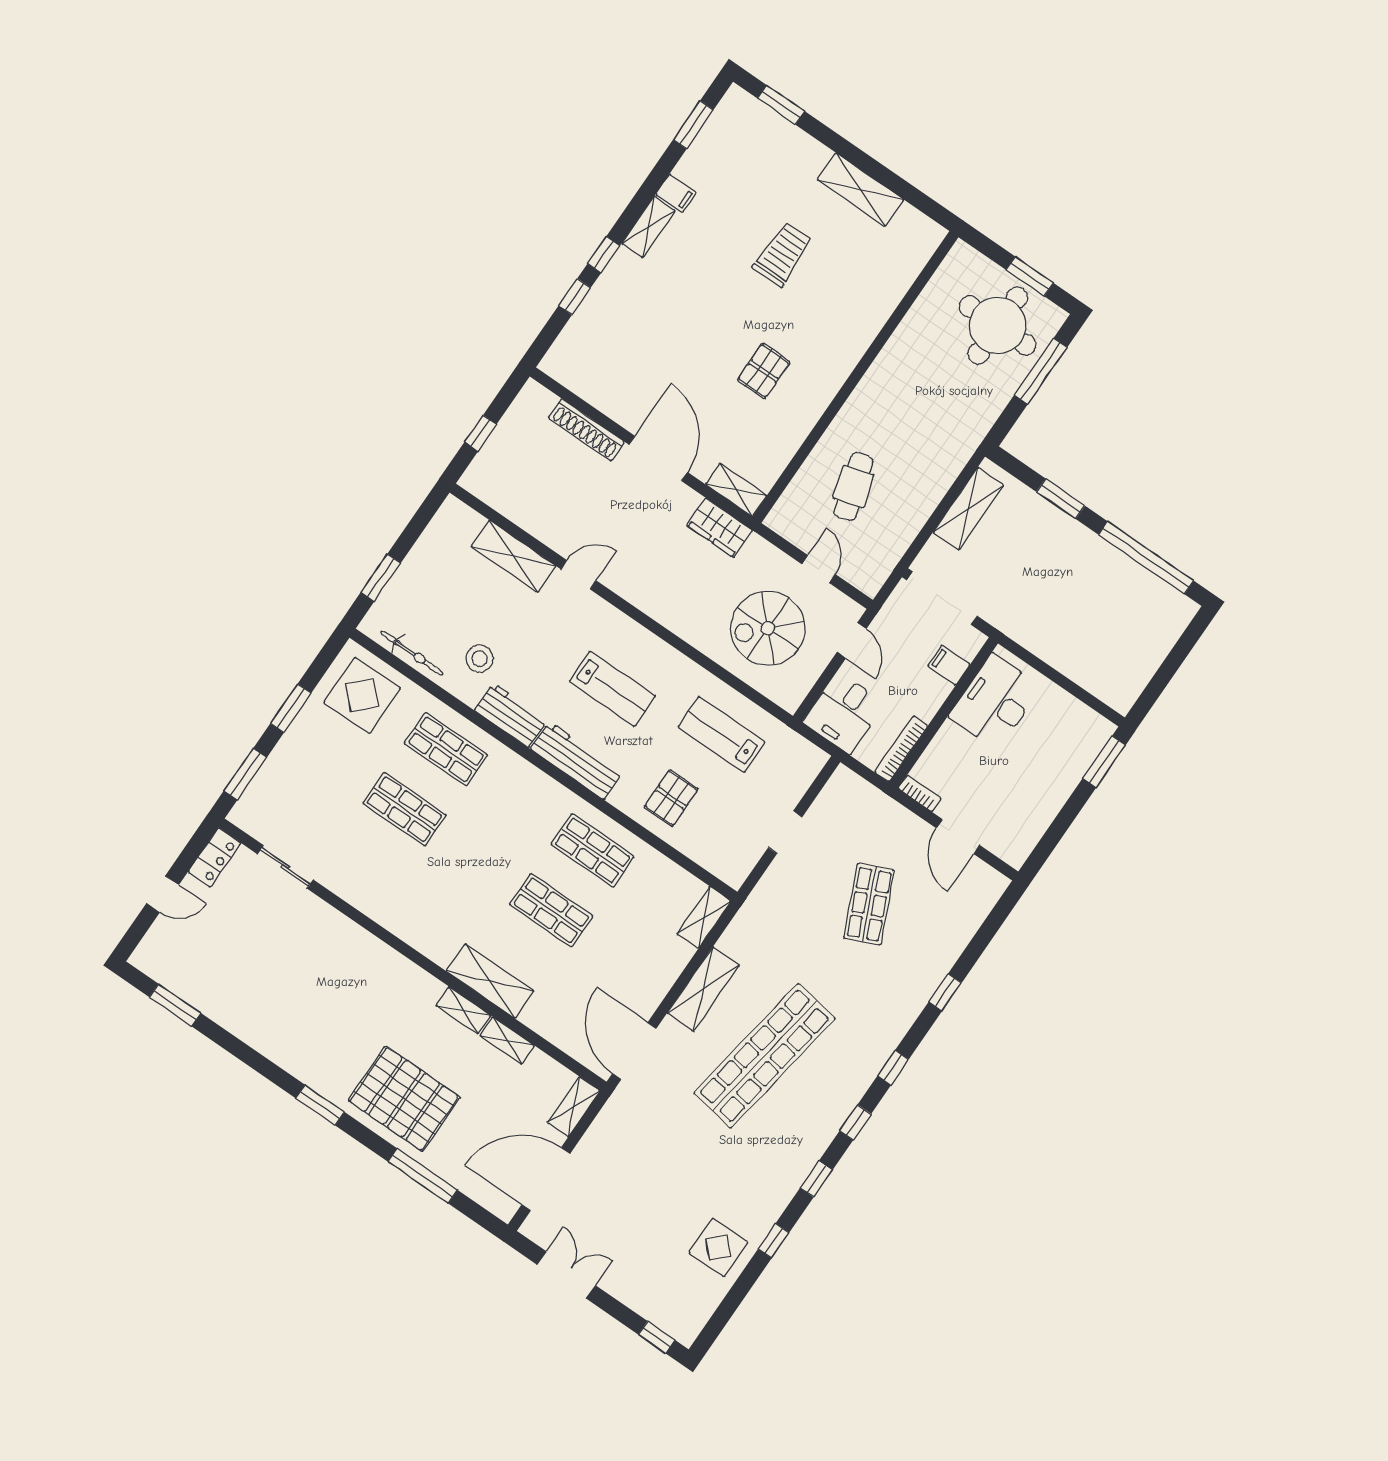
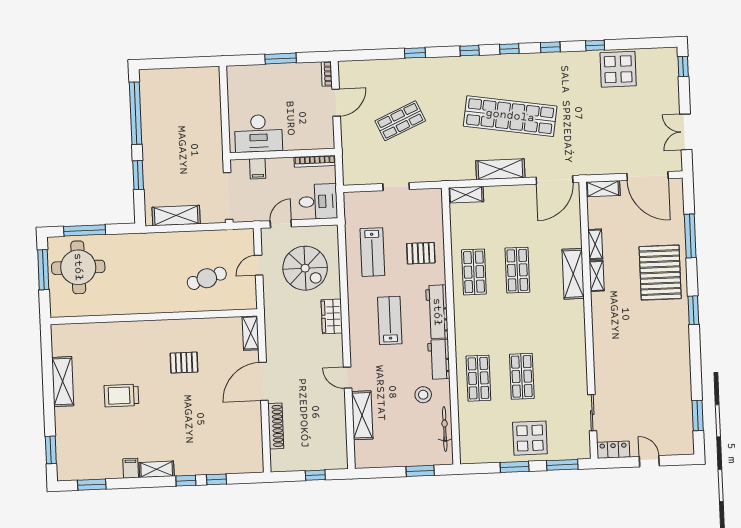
window: (1030, 276) -> (43, 270), width x1.44
wardrobe: (720, 528) -> (332, 316), moved, turned 180
display table: (362, 695) -> (530, 438), moved
window: (1104, 762) -> (281, 58), moved
bookcase: (920, 793) -> (327, 74), moved
display table: (718, 1248) -> (618, 69), width x1.36, depth x1.36

